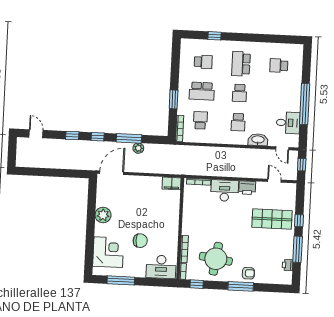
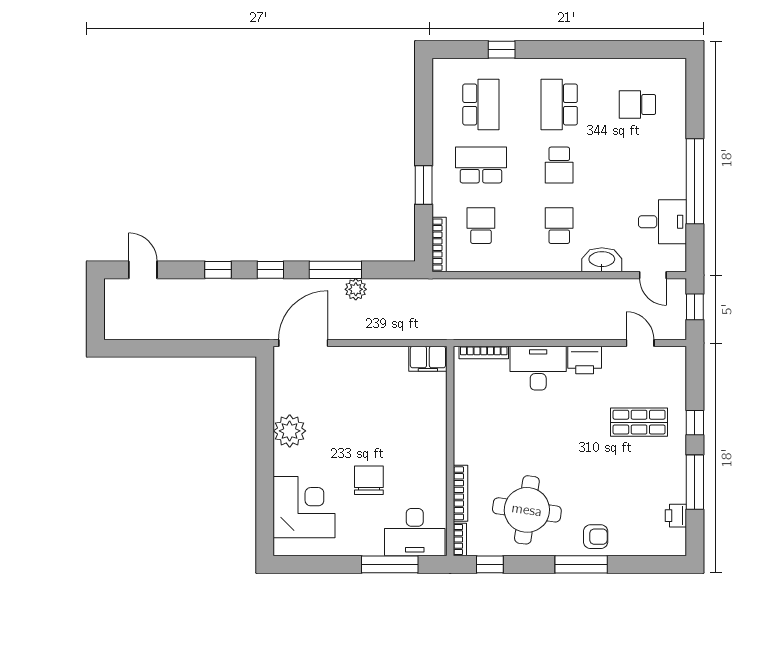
school desk: (203, 62) -> (481, 104), width x1.85
school desk: (202, 91) -> (481, 165), turned 180
school desk: (238, 122) -> (559, 226), turned 180
shop shelf: (272, 219) -> (639, 422), width x0.70, depth x0.74
chair: (140, 241) -> (369, 480), turned -90
window: (121, 280) -> (390, 564), moved

